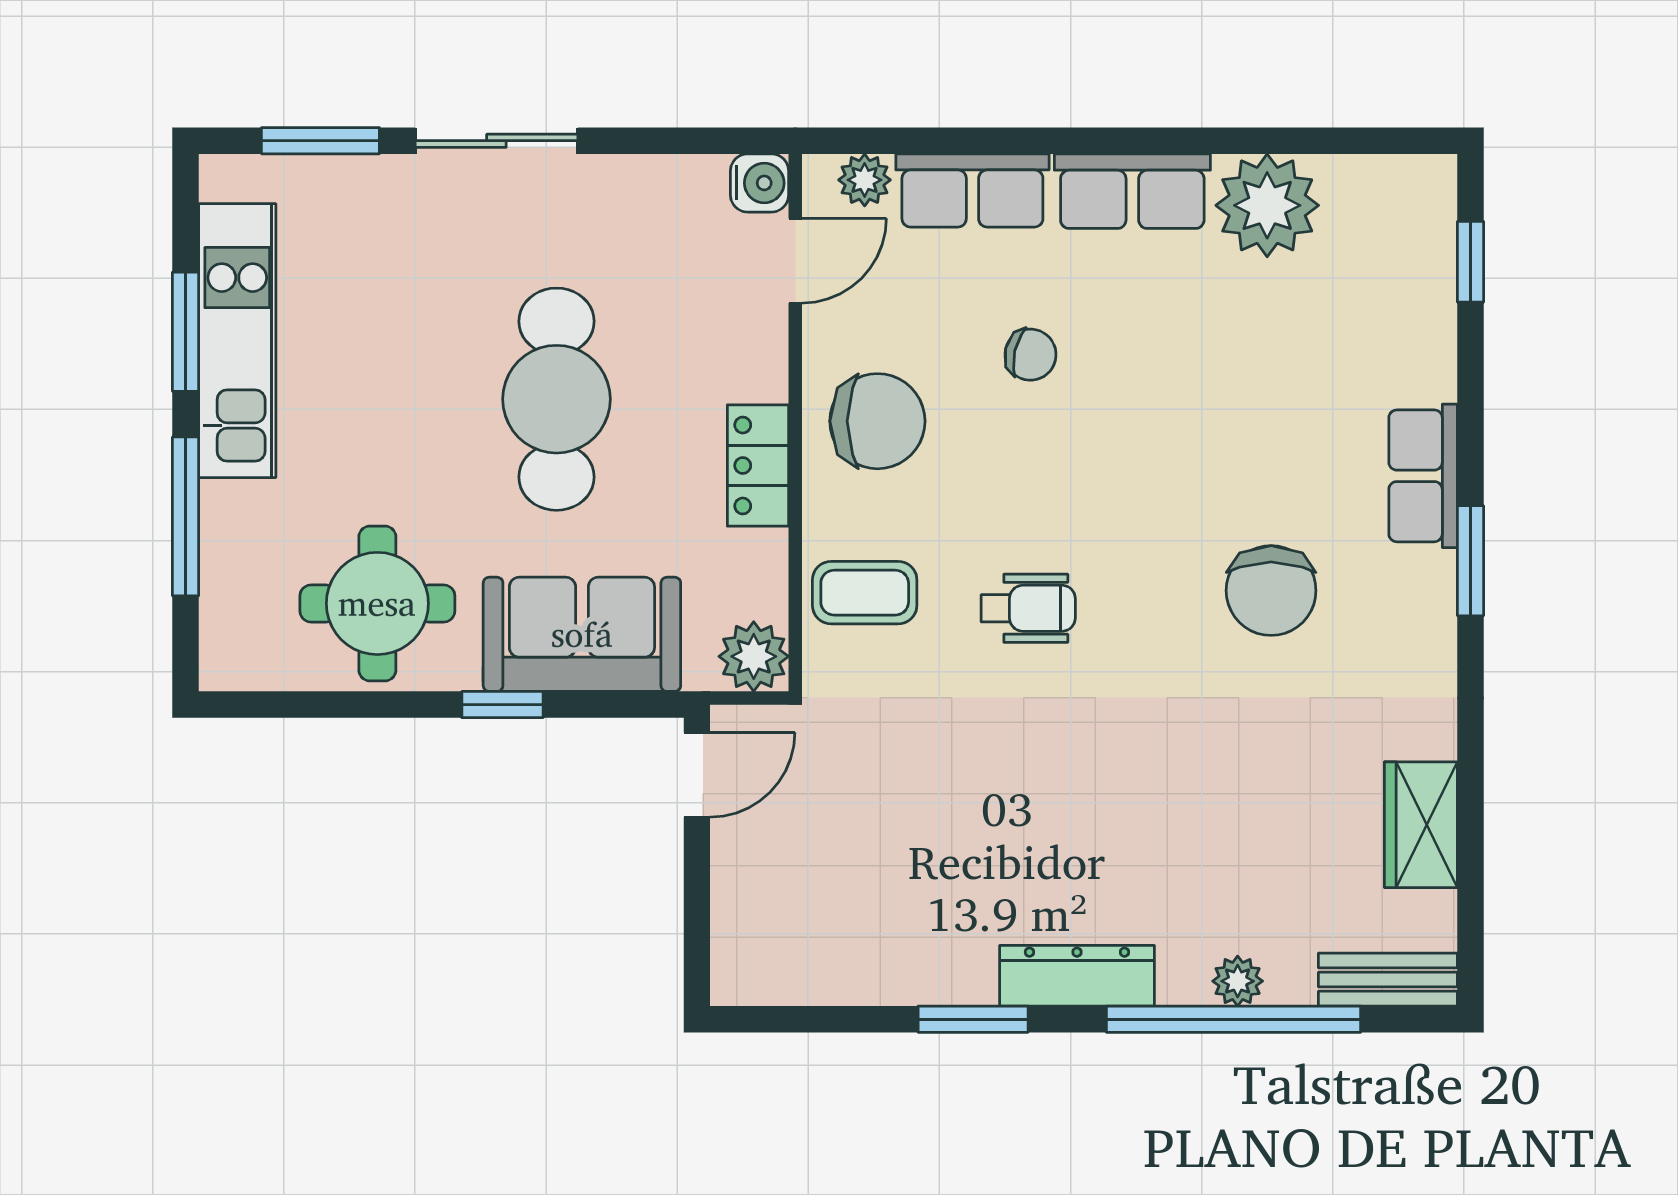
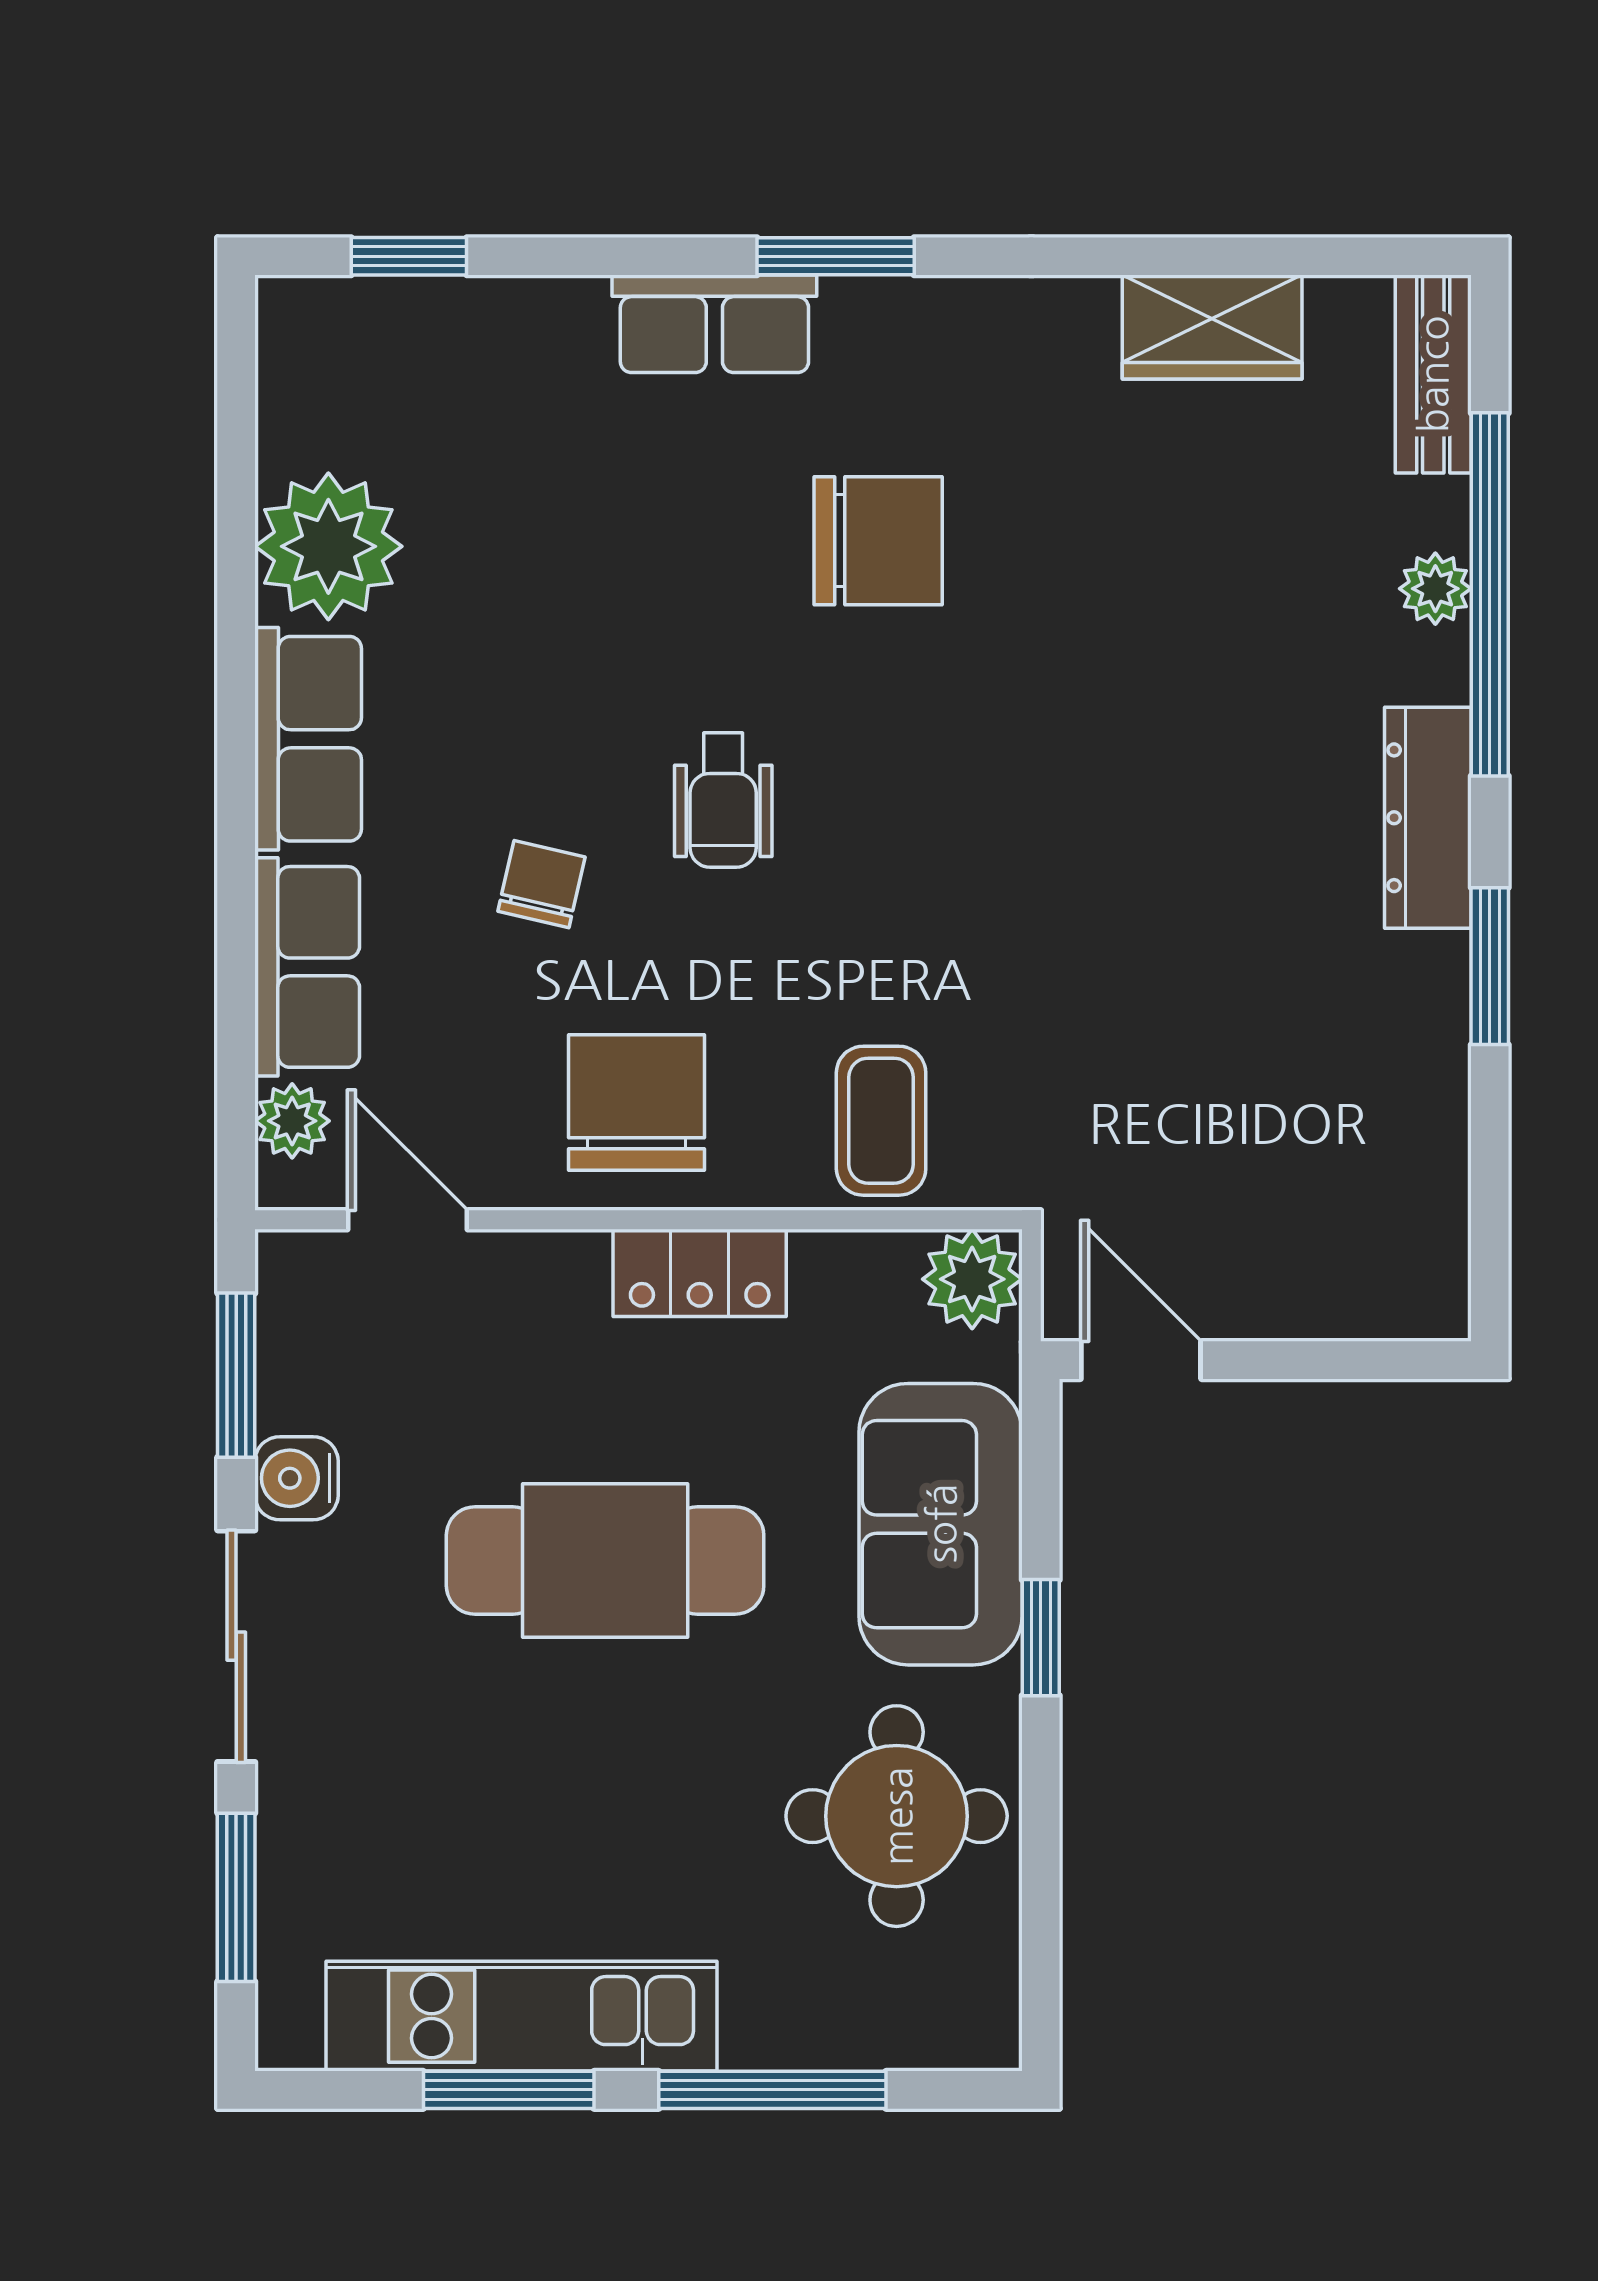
window: (686, 141) -> (236, 1375), added
water cooler: (760, 183) -> (296, 1478), moved, turned -90
wheelchair: (1028, 608) -> (723, 800), moved, turned 180

